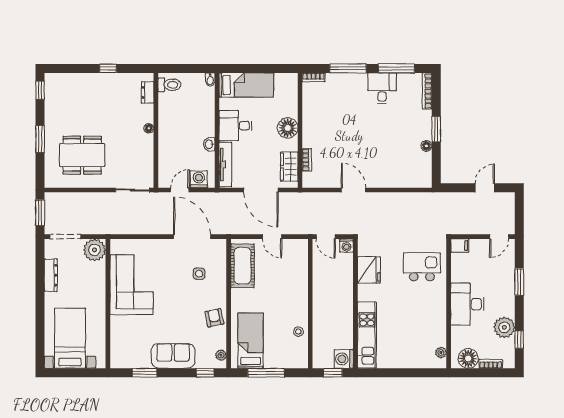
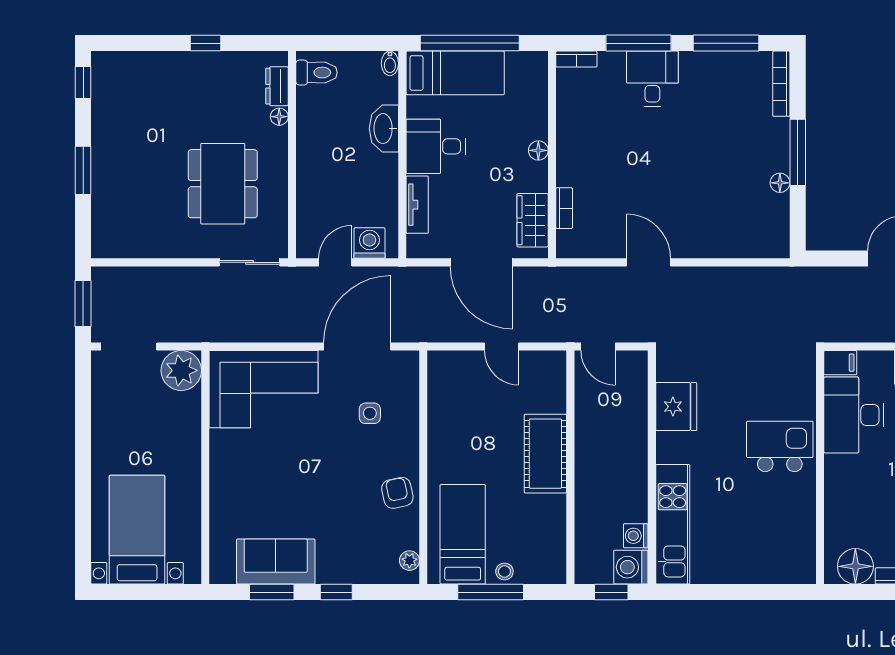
window: (254, 68) -> (470, 43), added
desk: (382, 88) -> (652, 79), moved
floor lamp: (149, 128) -> (279, 117), moved
floor lamp: (288, 128) -> (538, 150), width x0.53, depth x0.53
window: (436, 129) -> (798, 152), width x1.44
washbasin: (209, 144) -> (384, 129), moved, width x1.91, depth x1.45
dining table: (82, 155) -> (223, 184), moved, turned 90
tv unit: (225, 165) -> (417, 205), width x0.71
door: (192, 237) -> (357, 346), hinge flipped
washing machine: (346, 246) -> (636, 536), moved, turned 90
cot: (243, 266) -> (545, 454), moved
kitchen island: (422, 267) -> (780, 446), moved
dresser: (51, 275) -> (102, 416), removed
corner sofa: (131, 285) -> (263, 389), moved, turned 90
desk: (467, 304) -> (854, 415), moved
stool: (298, 332) -> (504, 571), moved
plant: (441, 353) -> (806, 556), removed
sofa: (173, 356) -> (276, 562), moved
window: (205, 373) -> (336, 592), moved

